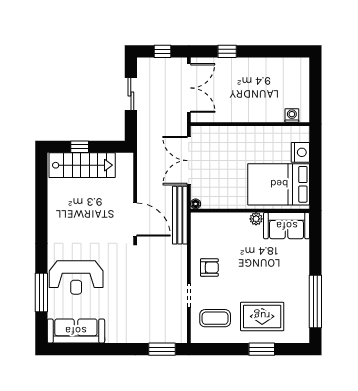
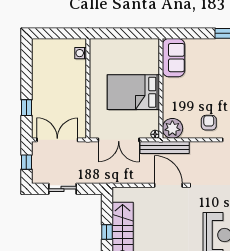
nightstand: (300, 152) -> (112, 46), removed
bed: (279, 184) -> (133, 92), moved, turned 90
plant: (256, 219) -> (172, 128), moved, width x1.87, depth x1.87
door: (135, 220) -> (168, 185), hinge flipped

